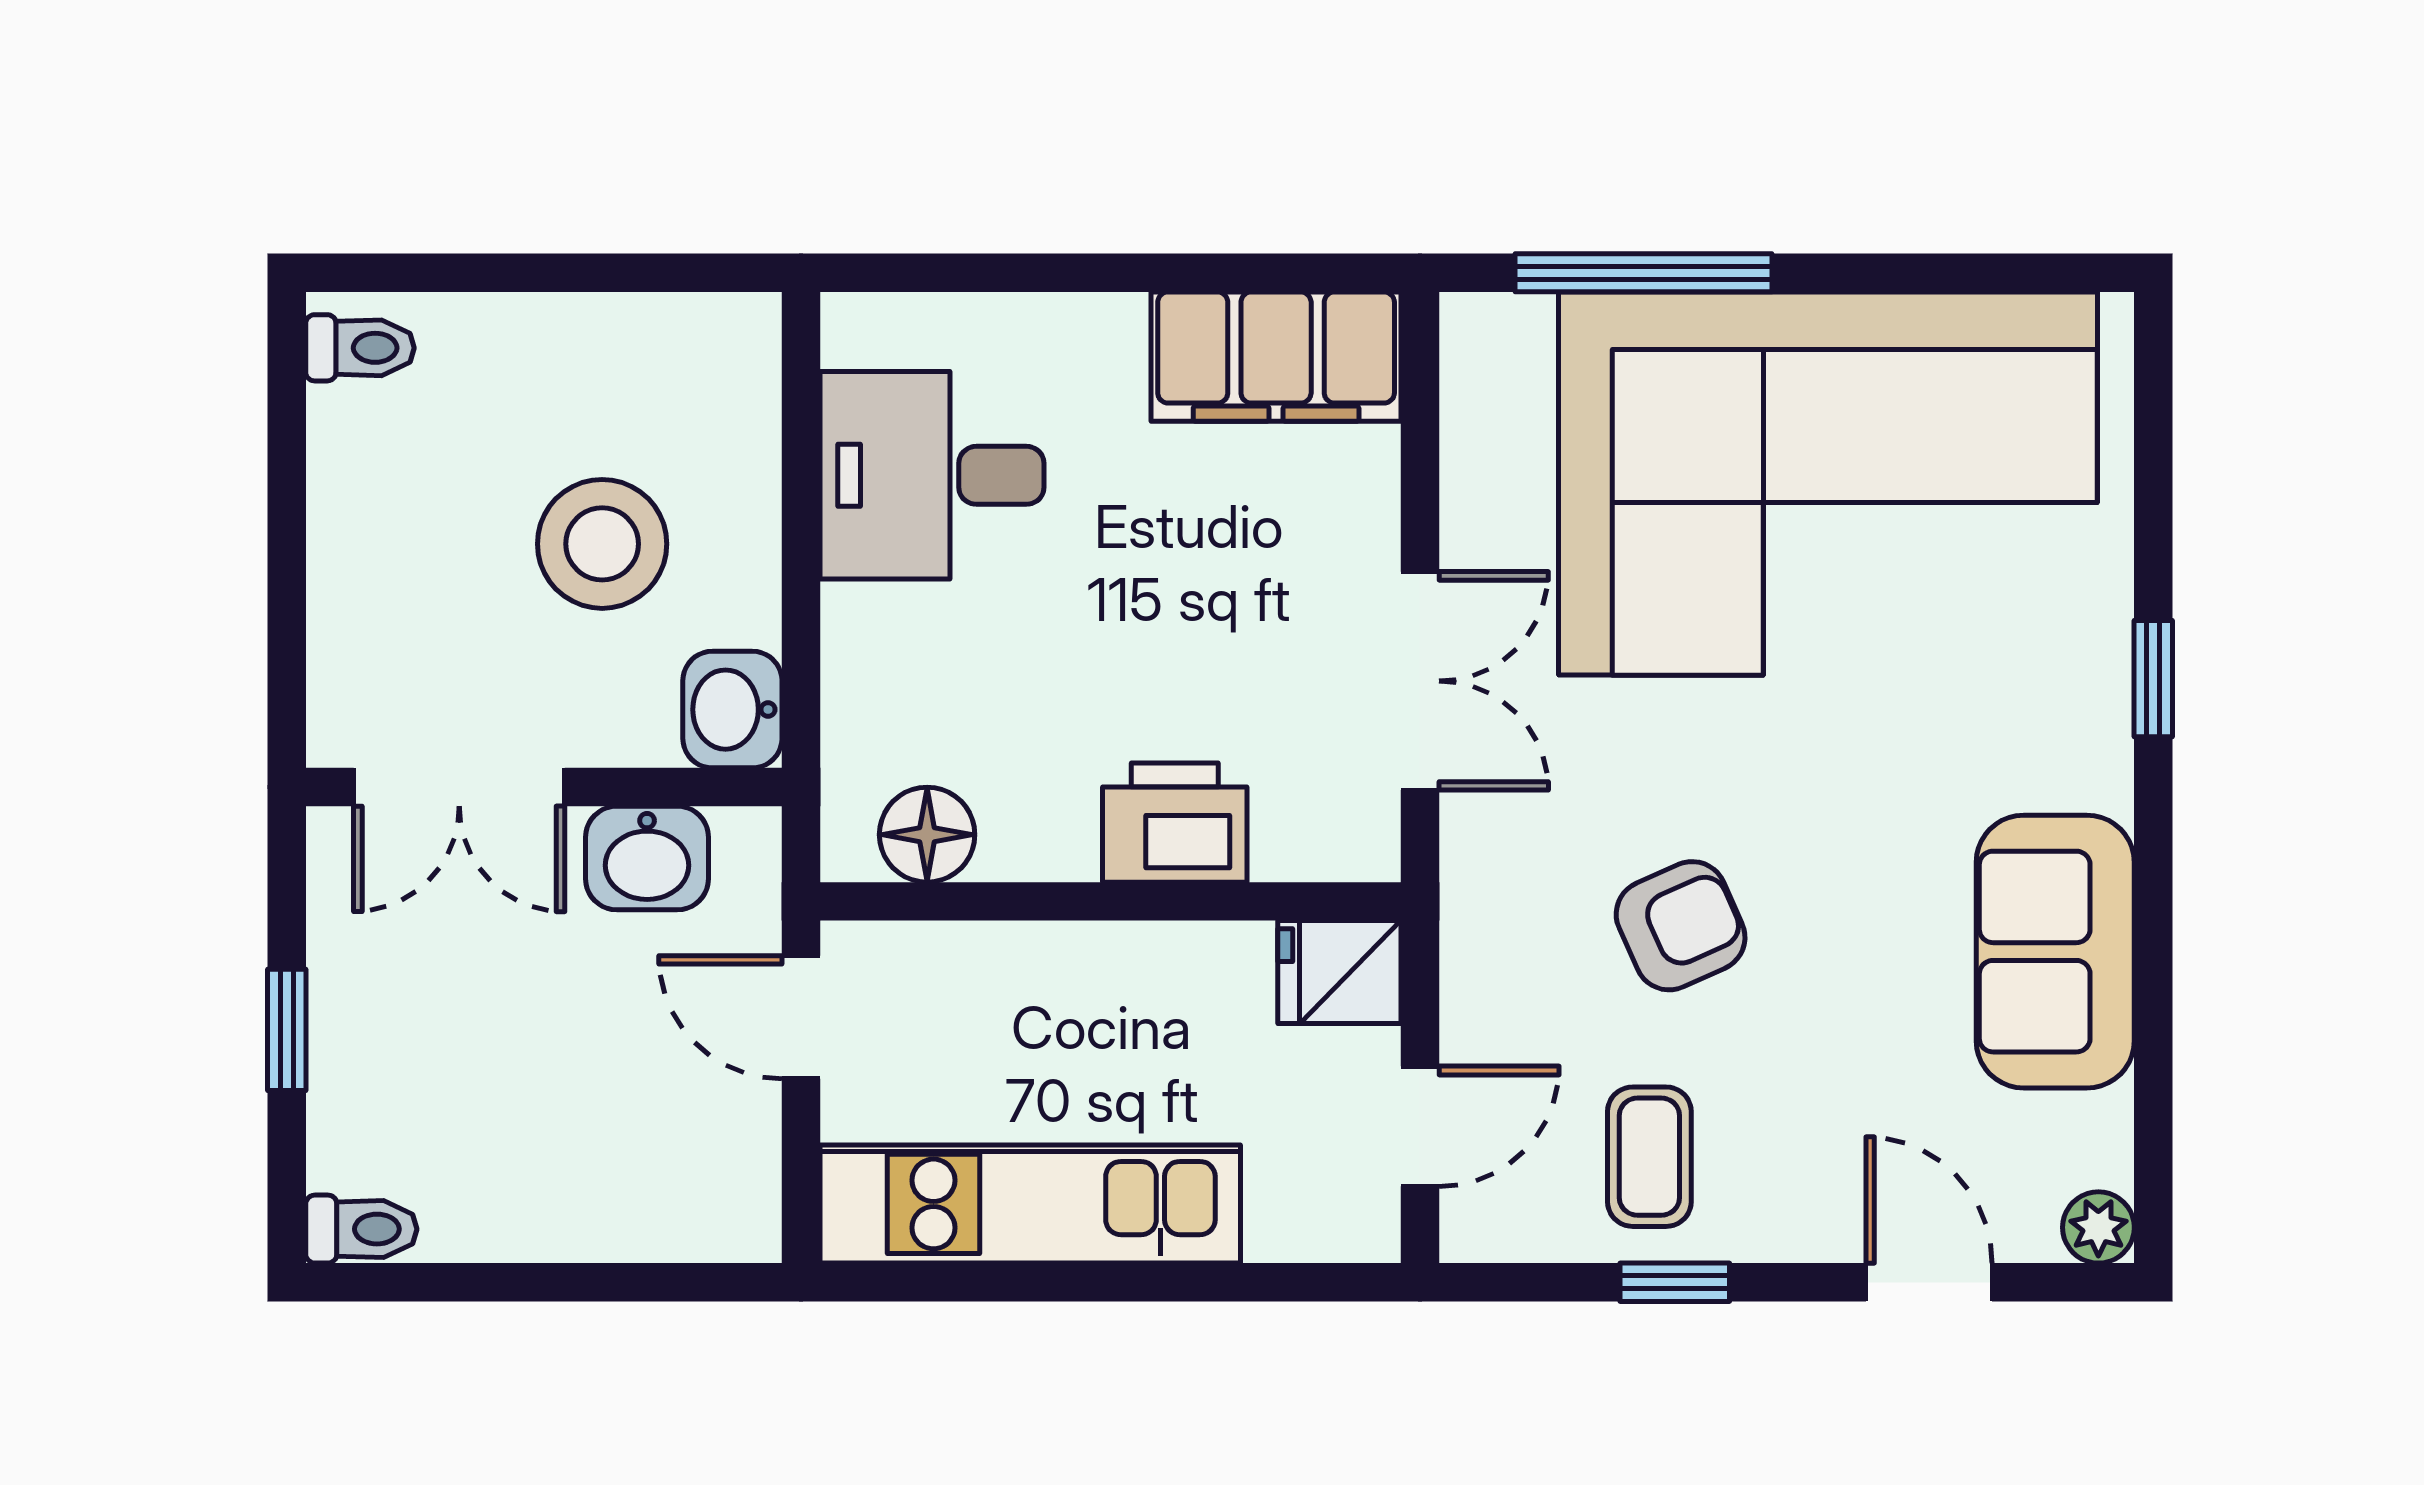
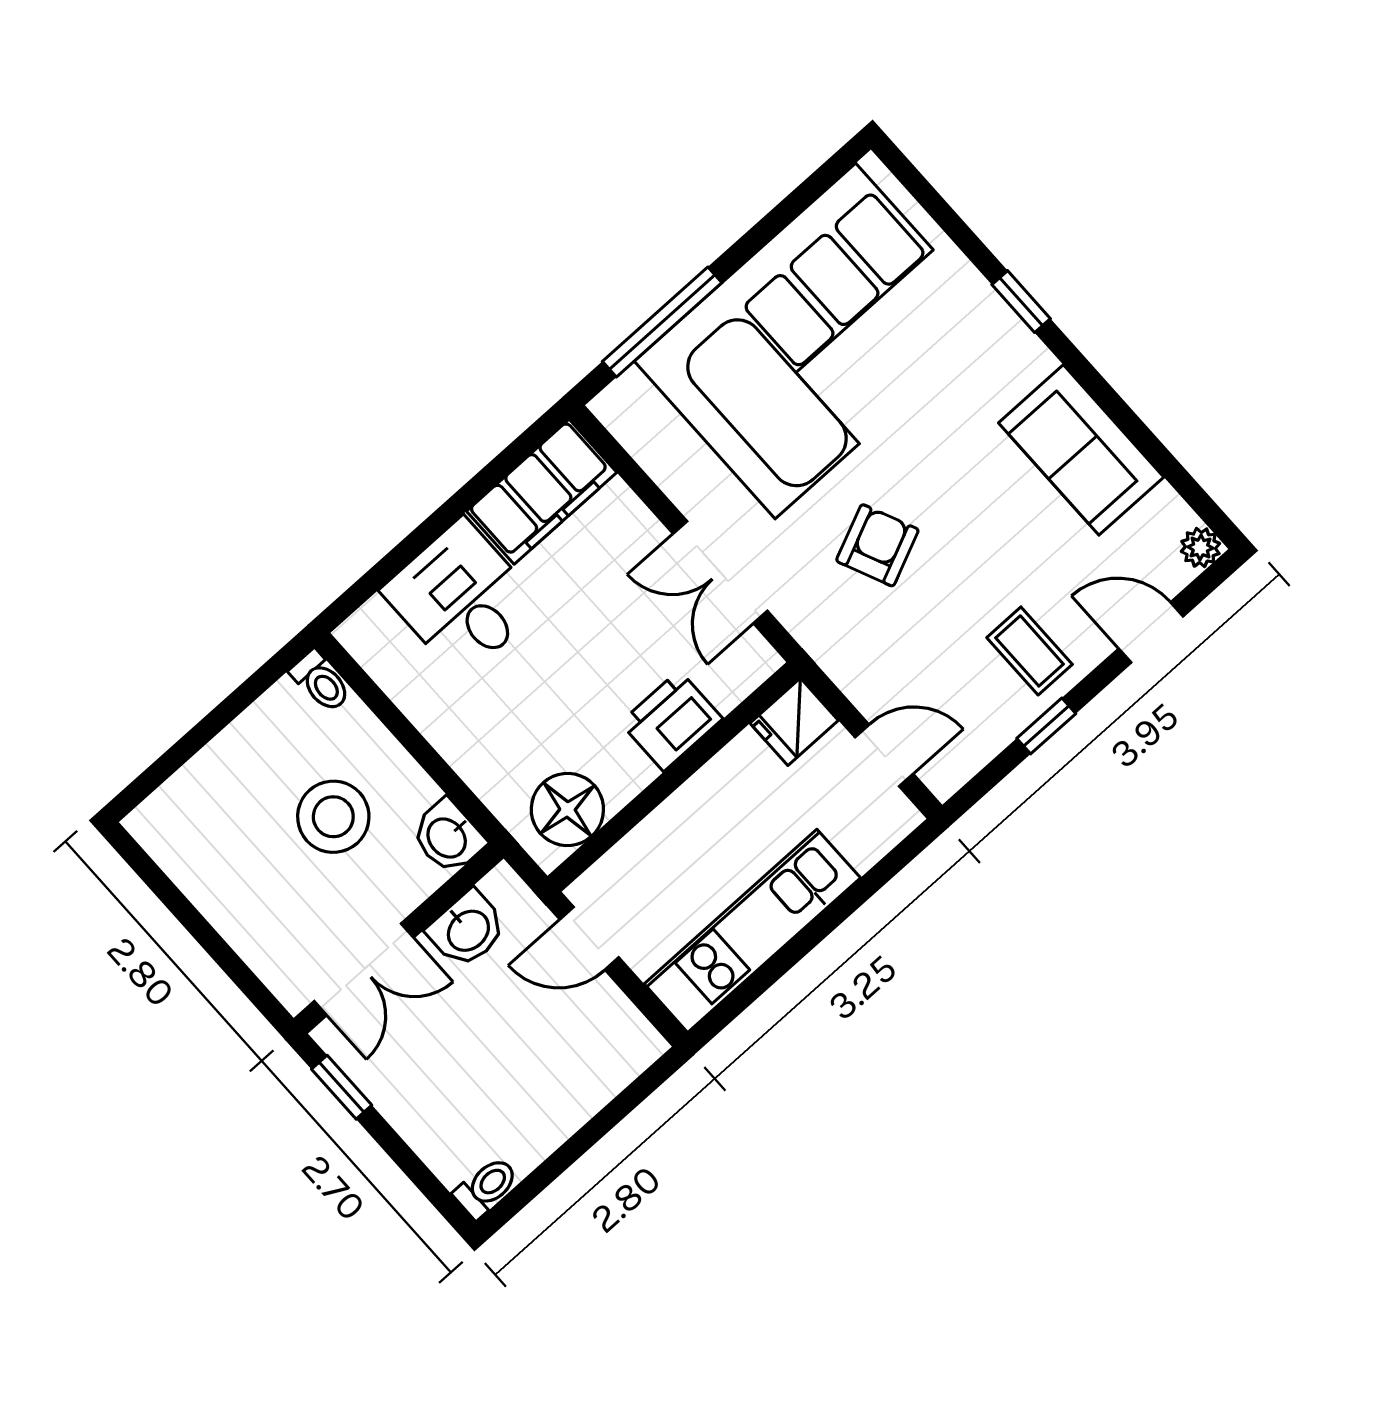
toilet: (360, 348) -> (321, 681), moved, turned 90
desk: (932, 475) -> (462, 598), moved, turned 90
double door: (1420, 681) -> (720, 572), swing flipped
floor lamp: (927, 835) -> (567, 809), width x1.38, depth x1.38
armchair: (1681, 926) -> (877, 545), moved
window: (287, 1030) -> (342, 1087), moved
door: (1420, 1126) -> (884, 756), hinge flipped
coffee table: (1649, 1157) -> (1030, 651), moved

